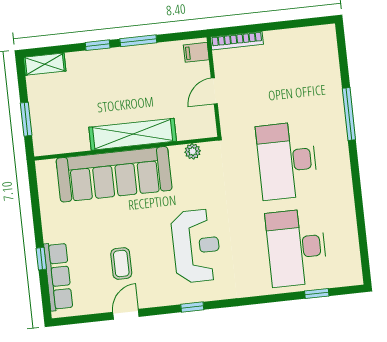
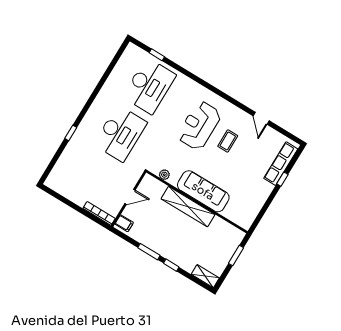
window: (349, 114) -> (71, 133), width x0.46
sofa: (114, 174) -> (203, 191), width x0.74, depth x0.79
coffee table: (121, 264) -> (228, 141), moved
window: (192, 307) -> (225, 96), removed
door: (126, 314) -> (261, 118), hinge flipped

